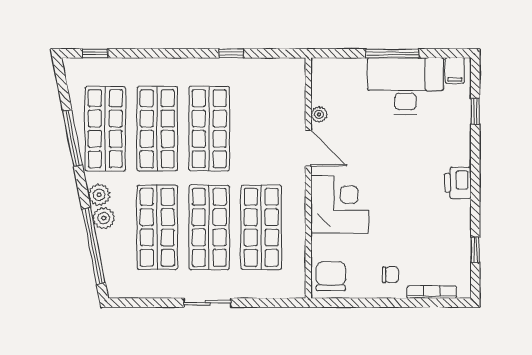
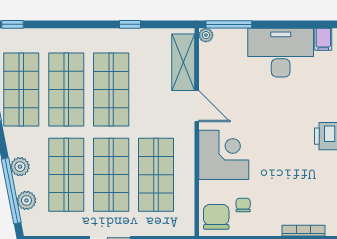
window: (392, 53) -> (229, 24), moved
shelving: (293, 97) -> (183, 62), added
plant: (319, 114) -> (206, 35), moved
plant: (99, 195) -> (26, 200), moved
chair: (391, 275) -> (243, 205), moved, turned -90

